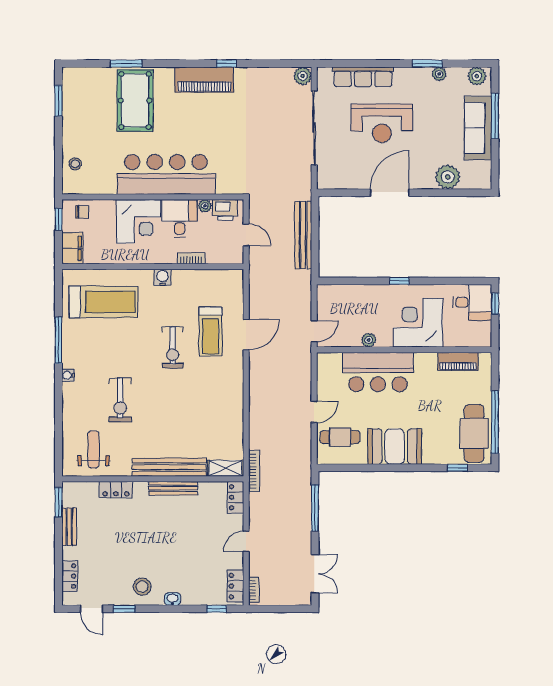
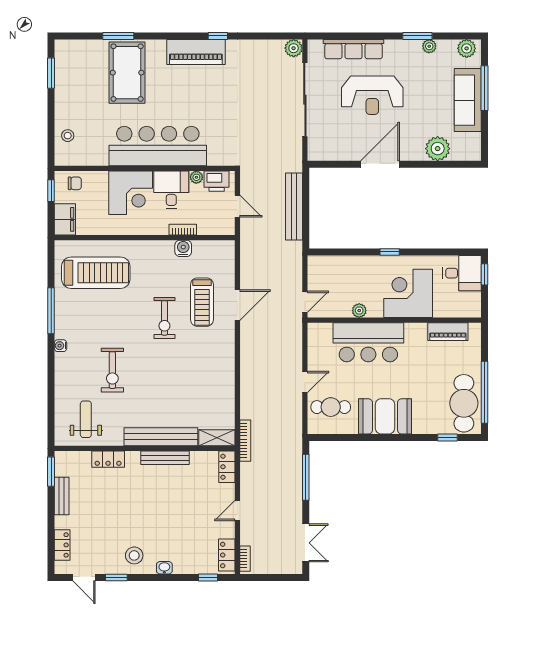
water cooler: (162, 277) -> (183, 248), moved

